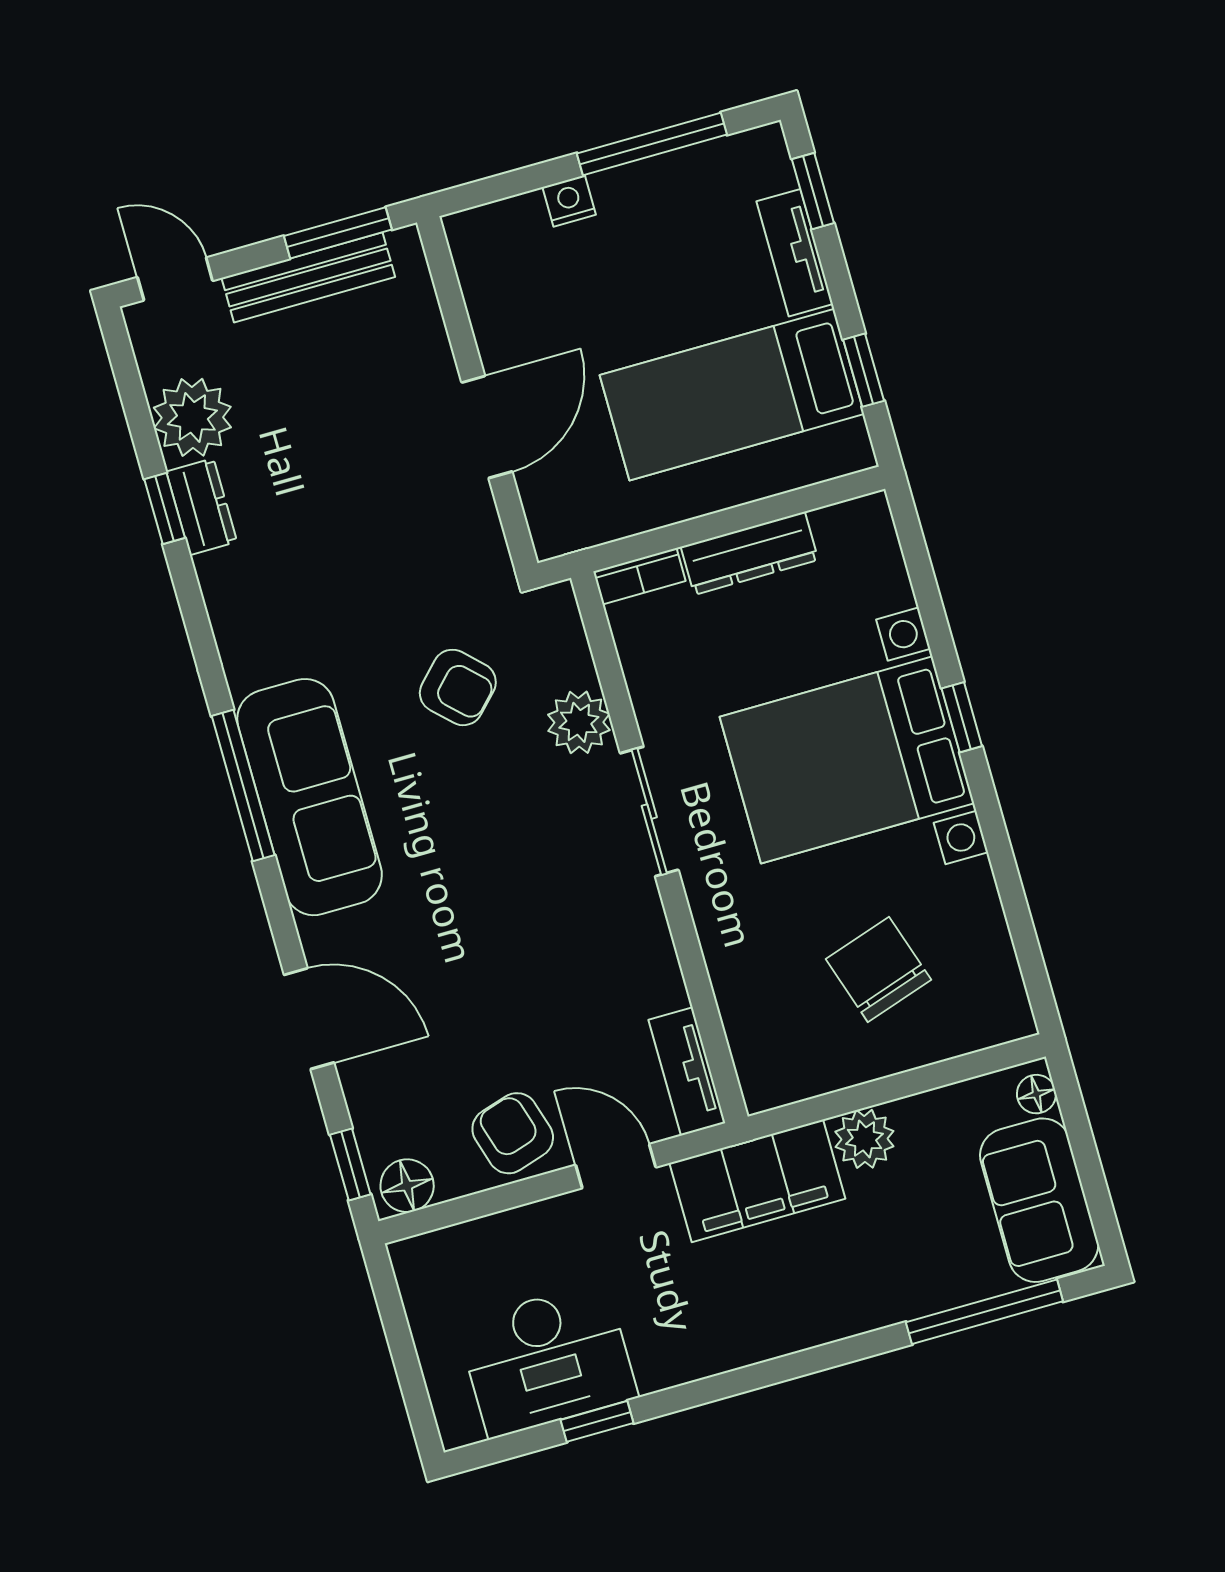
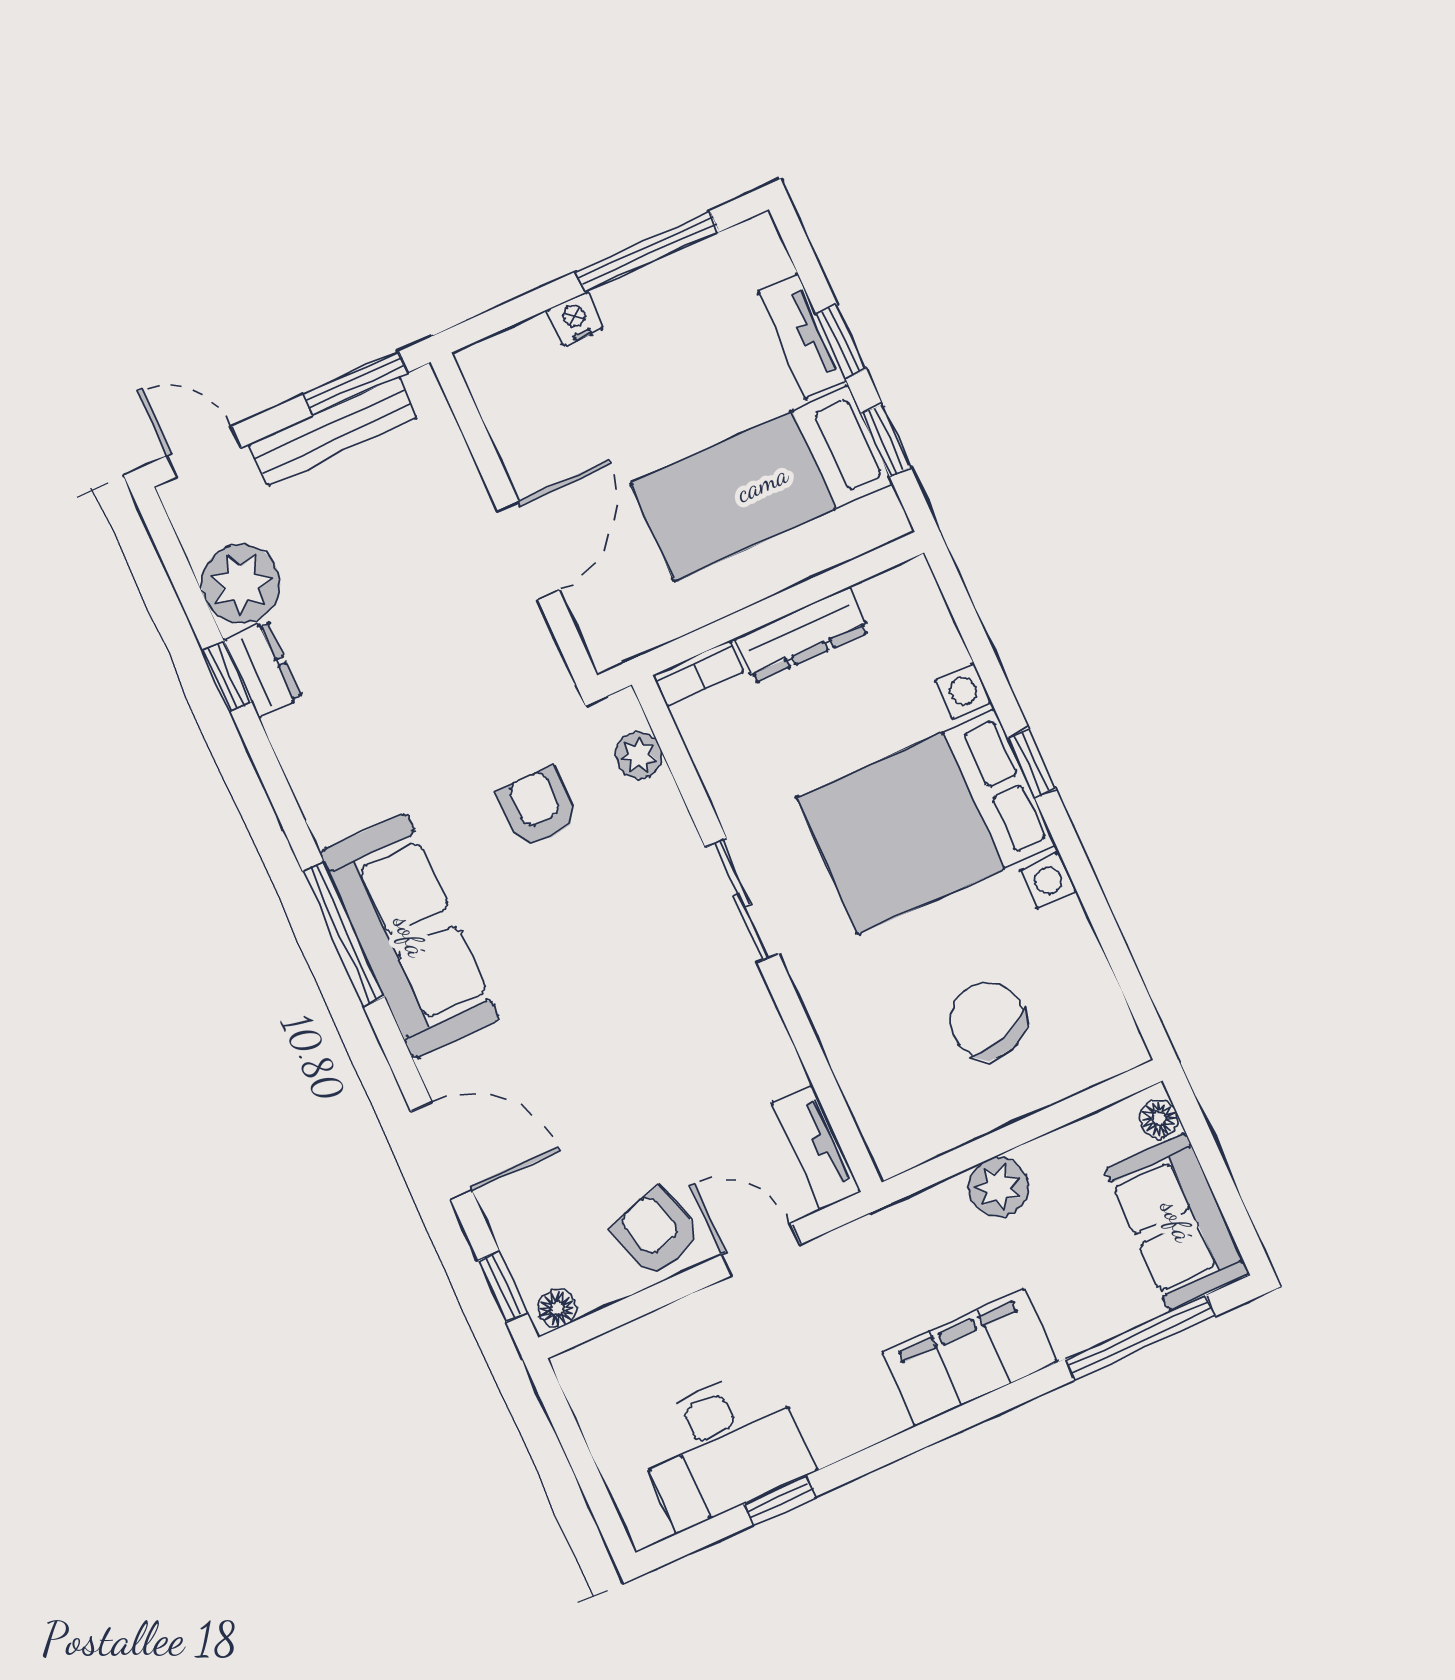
window: (813, 191) -> (841, 341), moved
armchair: (458, 687) -> (538, 808), turned -134
plant: (579, 722) -> (639, 755), moved, width x0.73, depth x0.73
filing cabinet: (757, 1181) -> (970, 1358), moved, turned 180
floor lamp: (407, 1186) -> (557, 1308), width x0.73, depth x0.73

